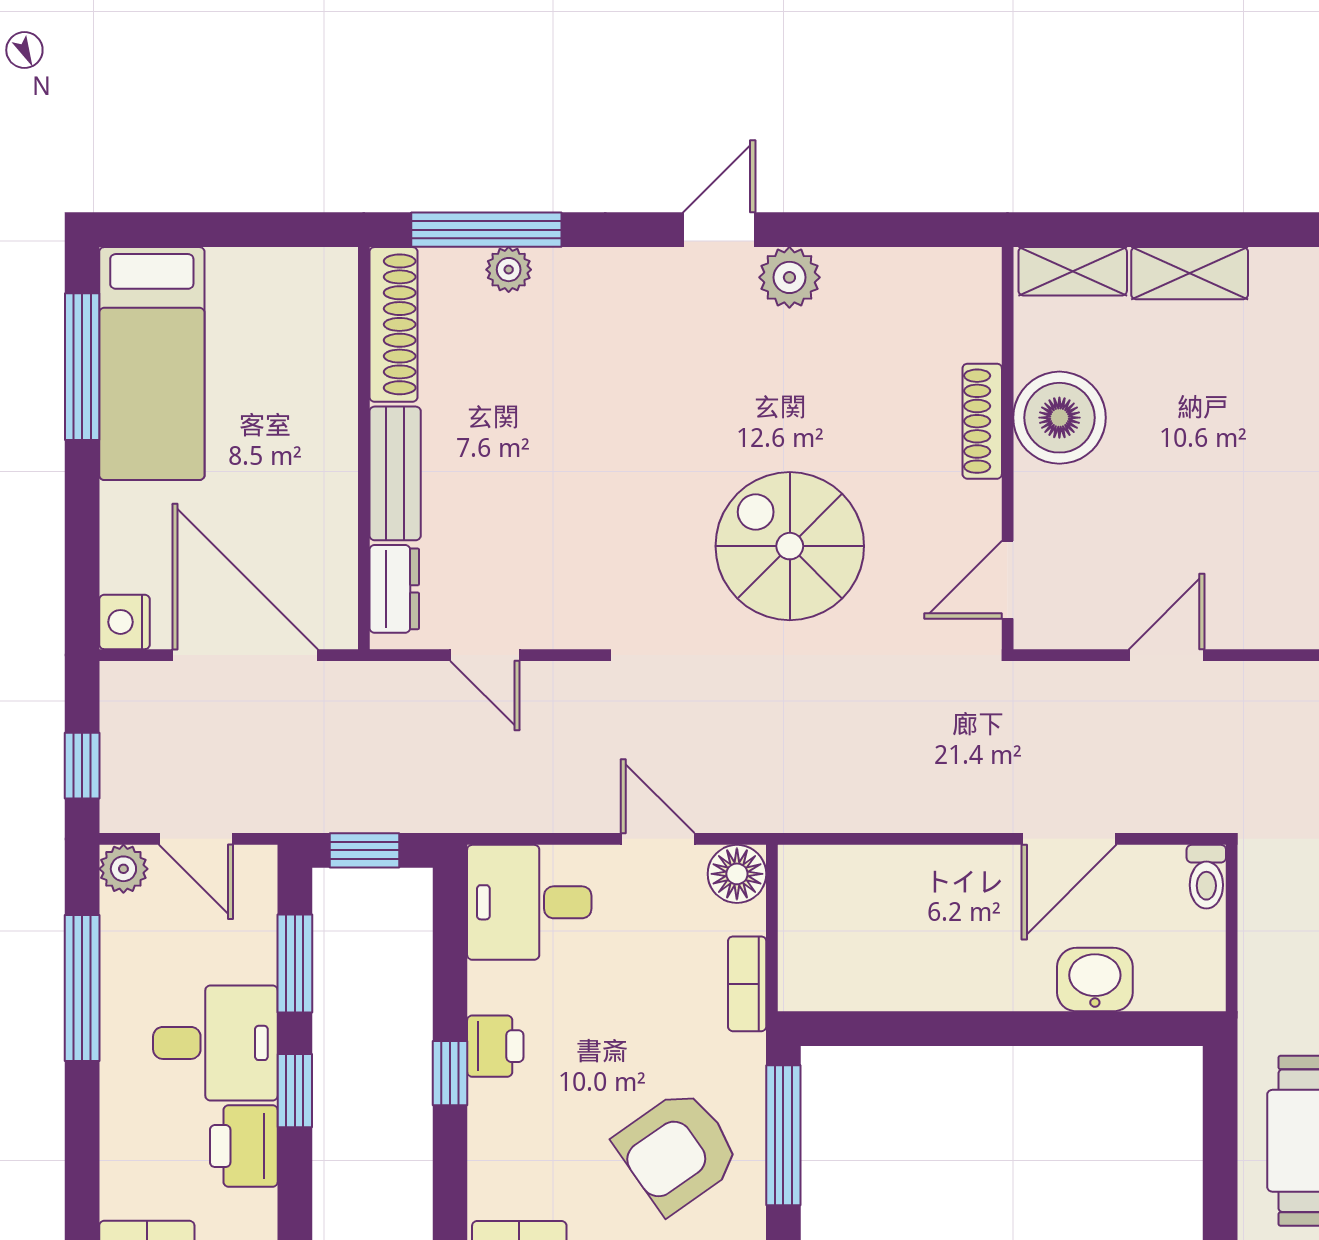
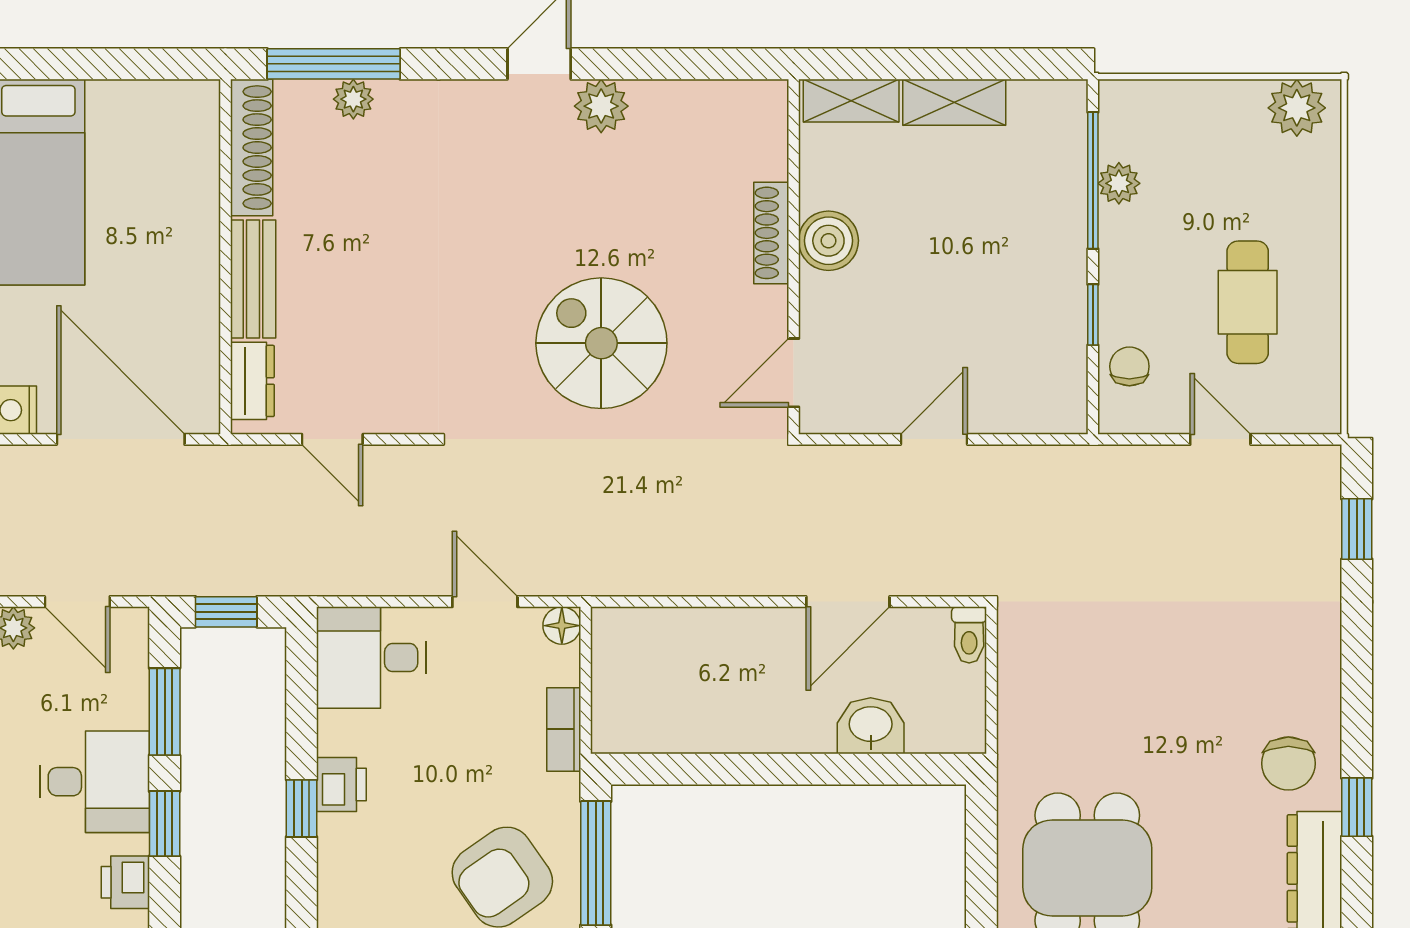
boiler: (1059, 418) -> (828, 241), width x0.73, depth x0.73
floor lamp: (737, 874) -> (562, 626), width x0.73, depth x0.73
printer: (244, 1146) -> (125, 882), width x0.73, depth x0.81

